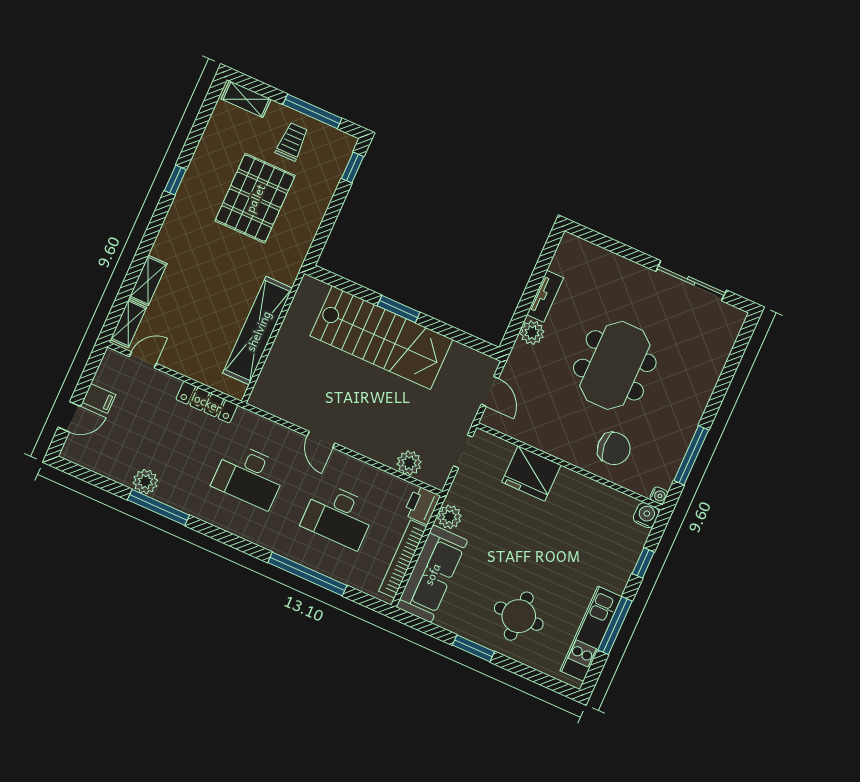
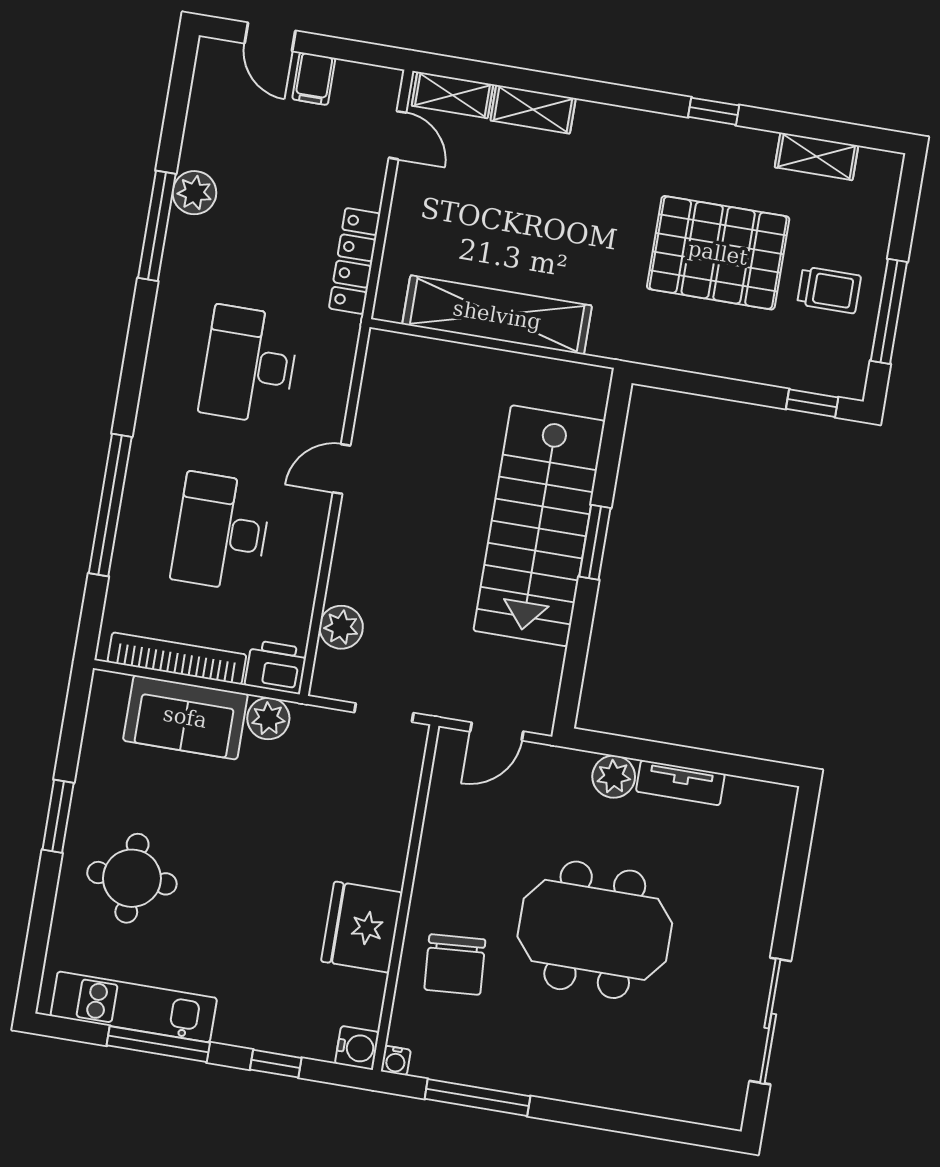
shelving: (246, 99) -> (817, 156), moved, turned 90
fridge: (531, 474) -> (362, 927), moved
sofa: (432, 574) -> (185, 717), width x0.73

